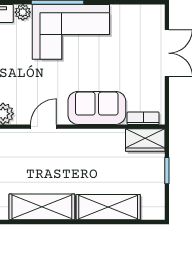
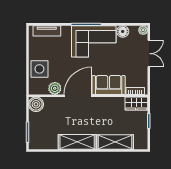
plant: (23, 12) -> (143, 30), moved
floor lamp: (121, 15) -> (123, 31), added
door: (43, 127) -> (78, 96), width x1.88

